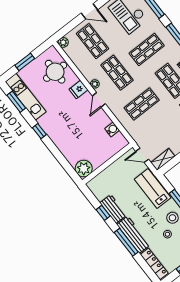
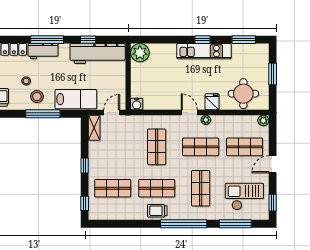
kitchen unit: (26, 97) -> (204, 51), moved
water cooler: (112, 129) -> (137, 104), moved
workbench: (113, 209) -> (98, 54), width x1.88, depth x1.32
workbench: (134, 235) -> (43, 51), width x0.73

